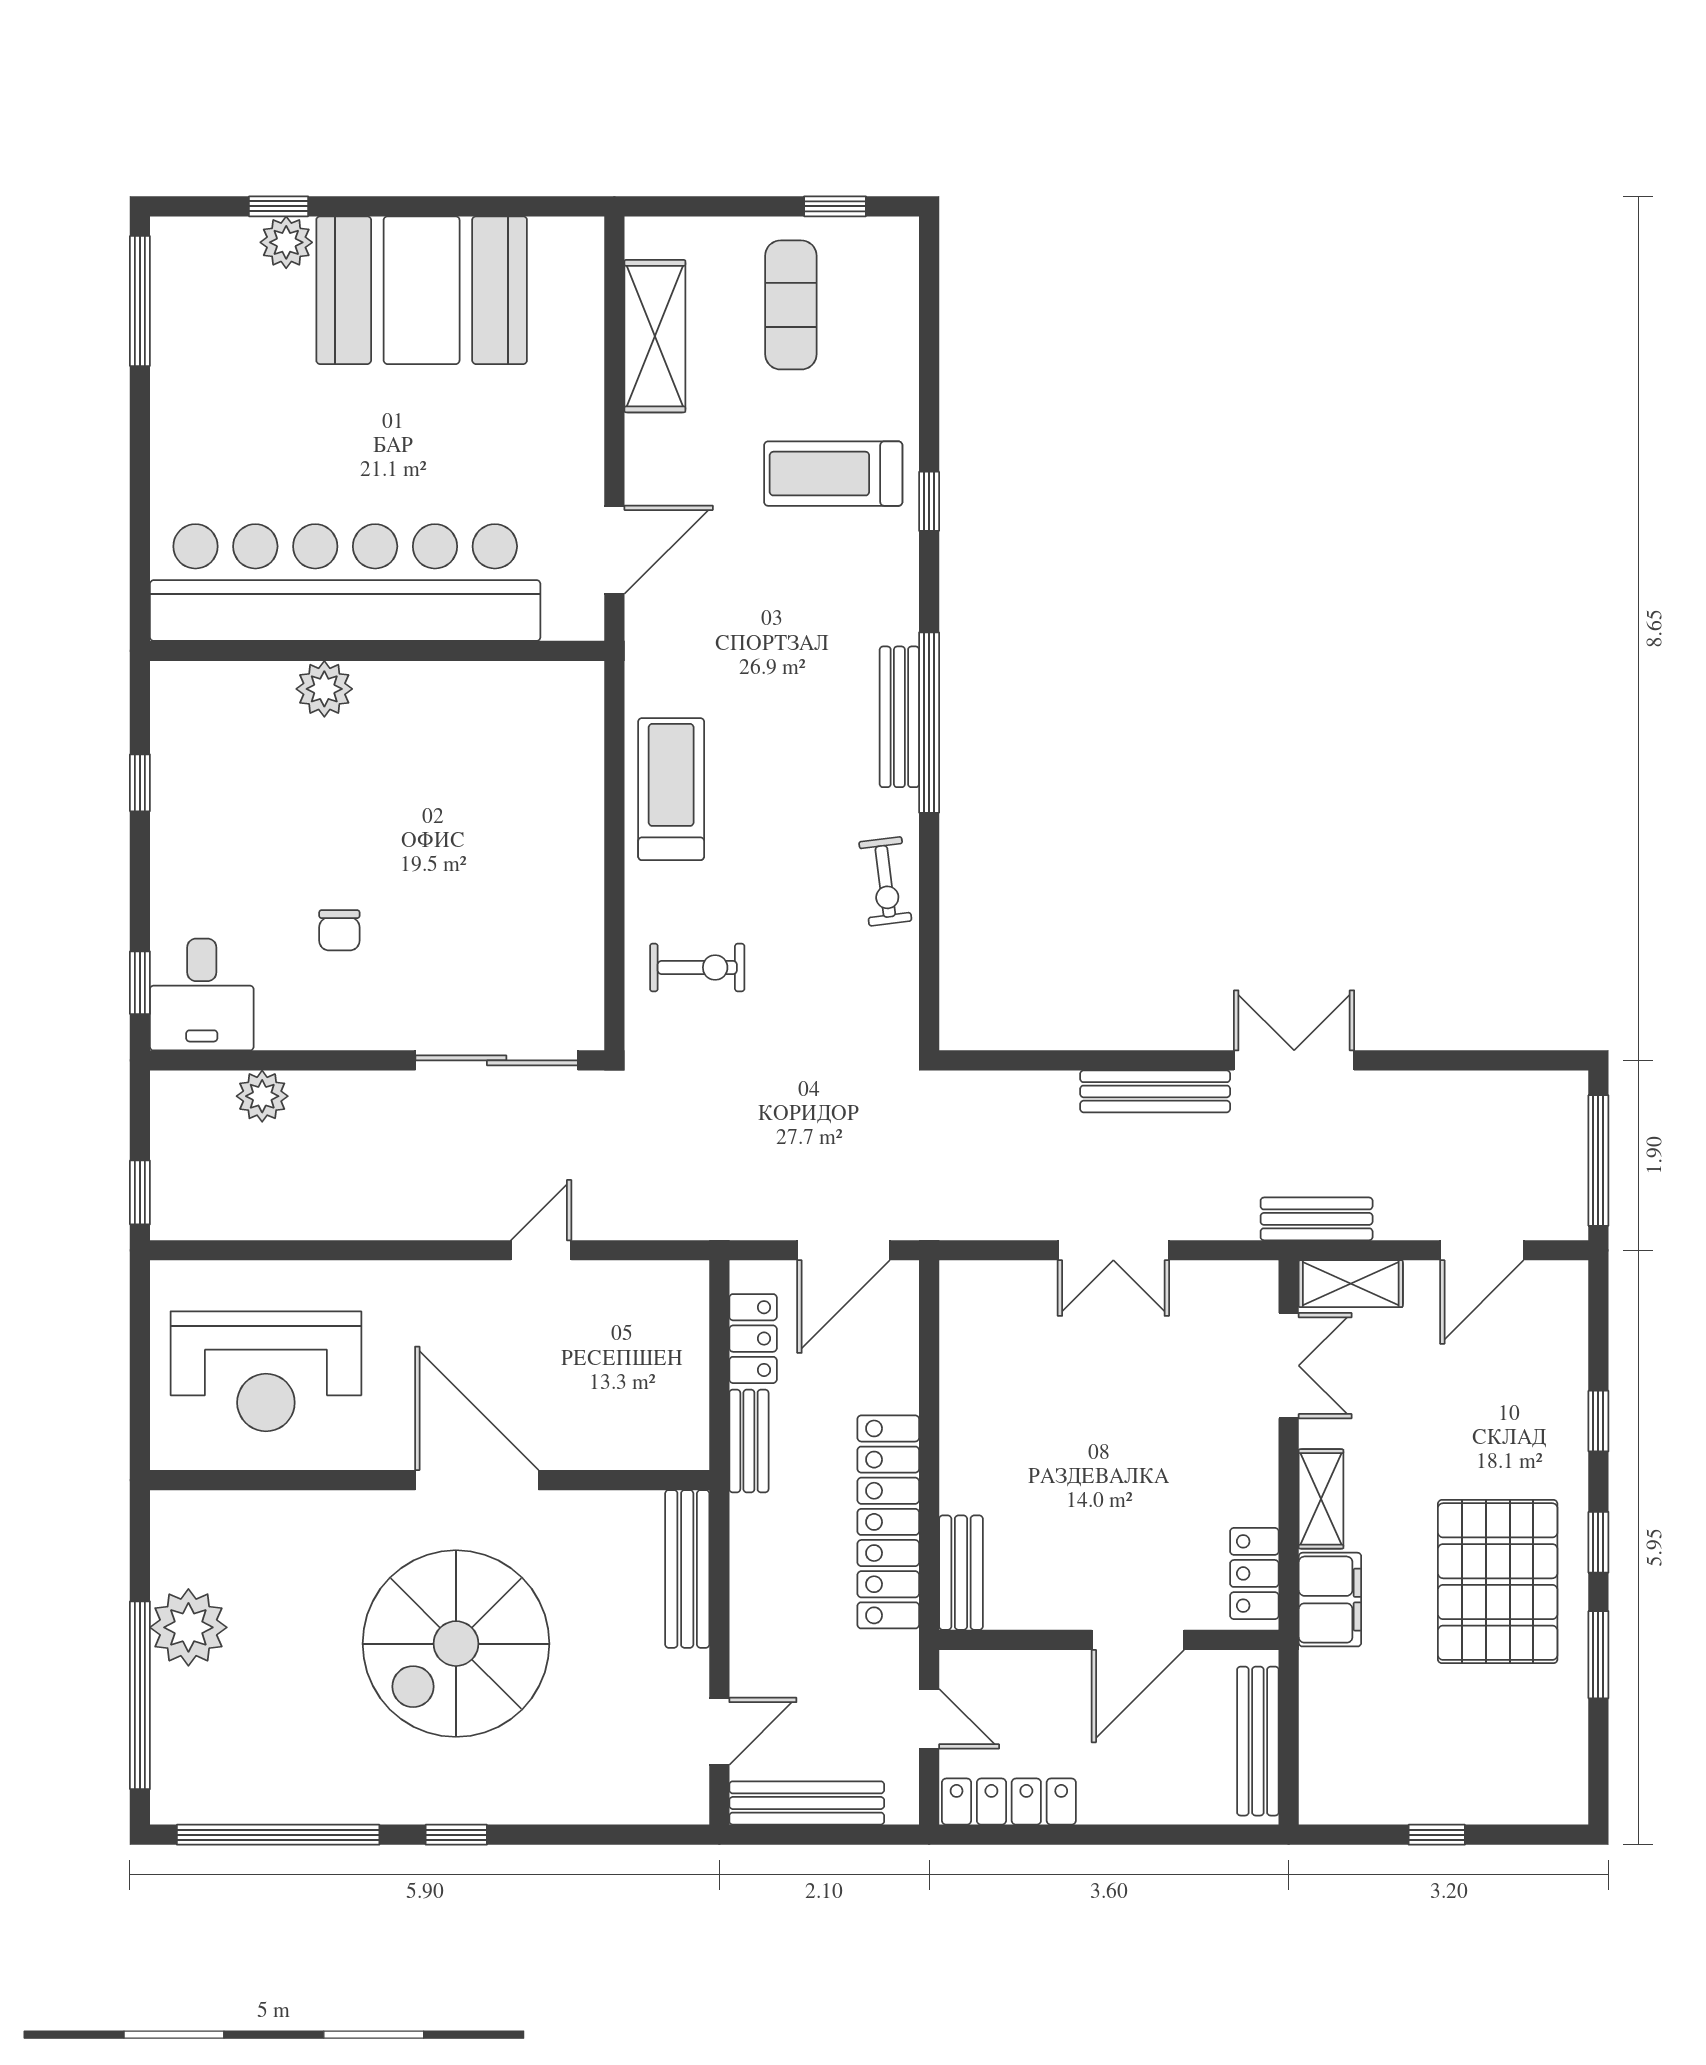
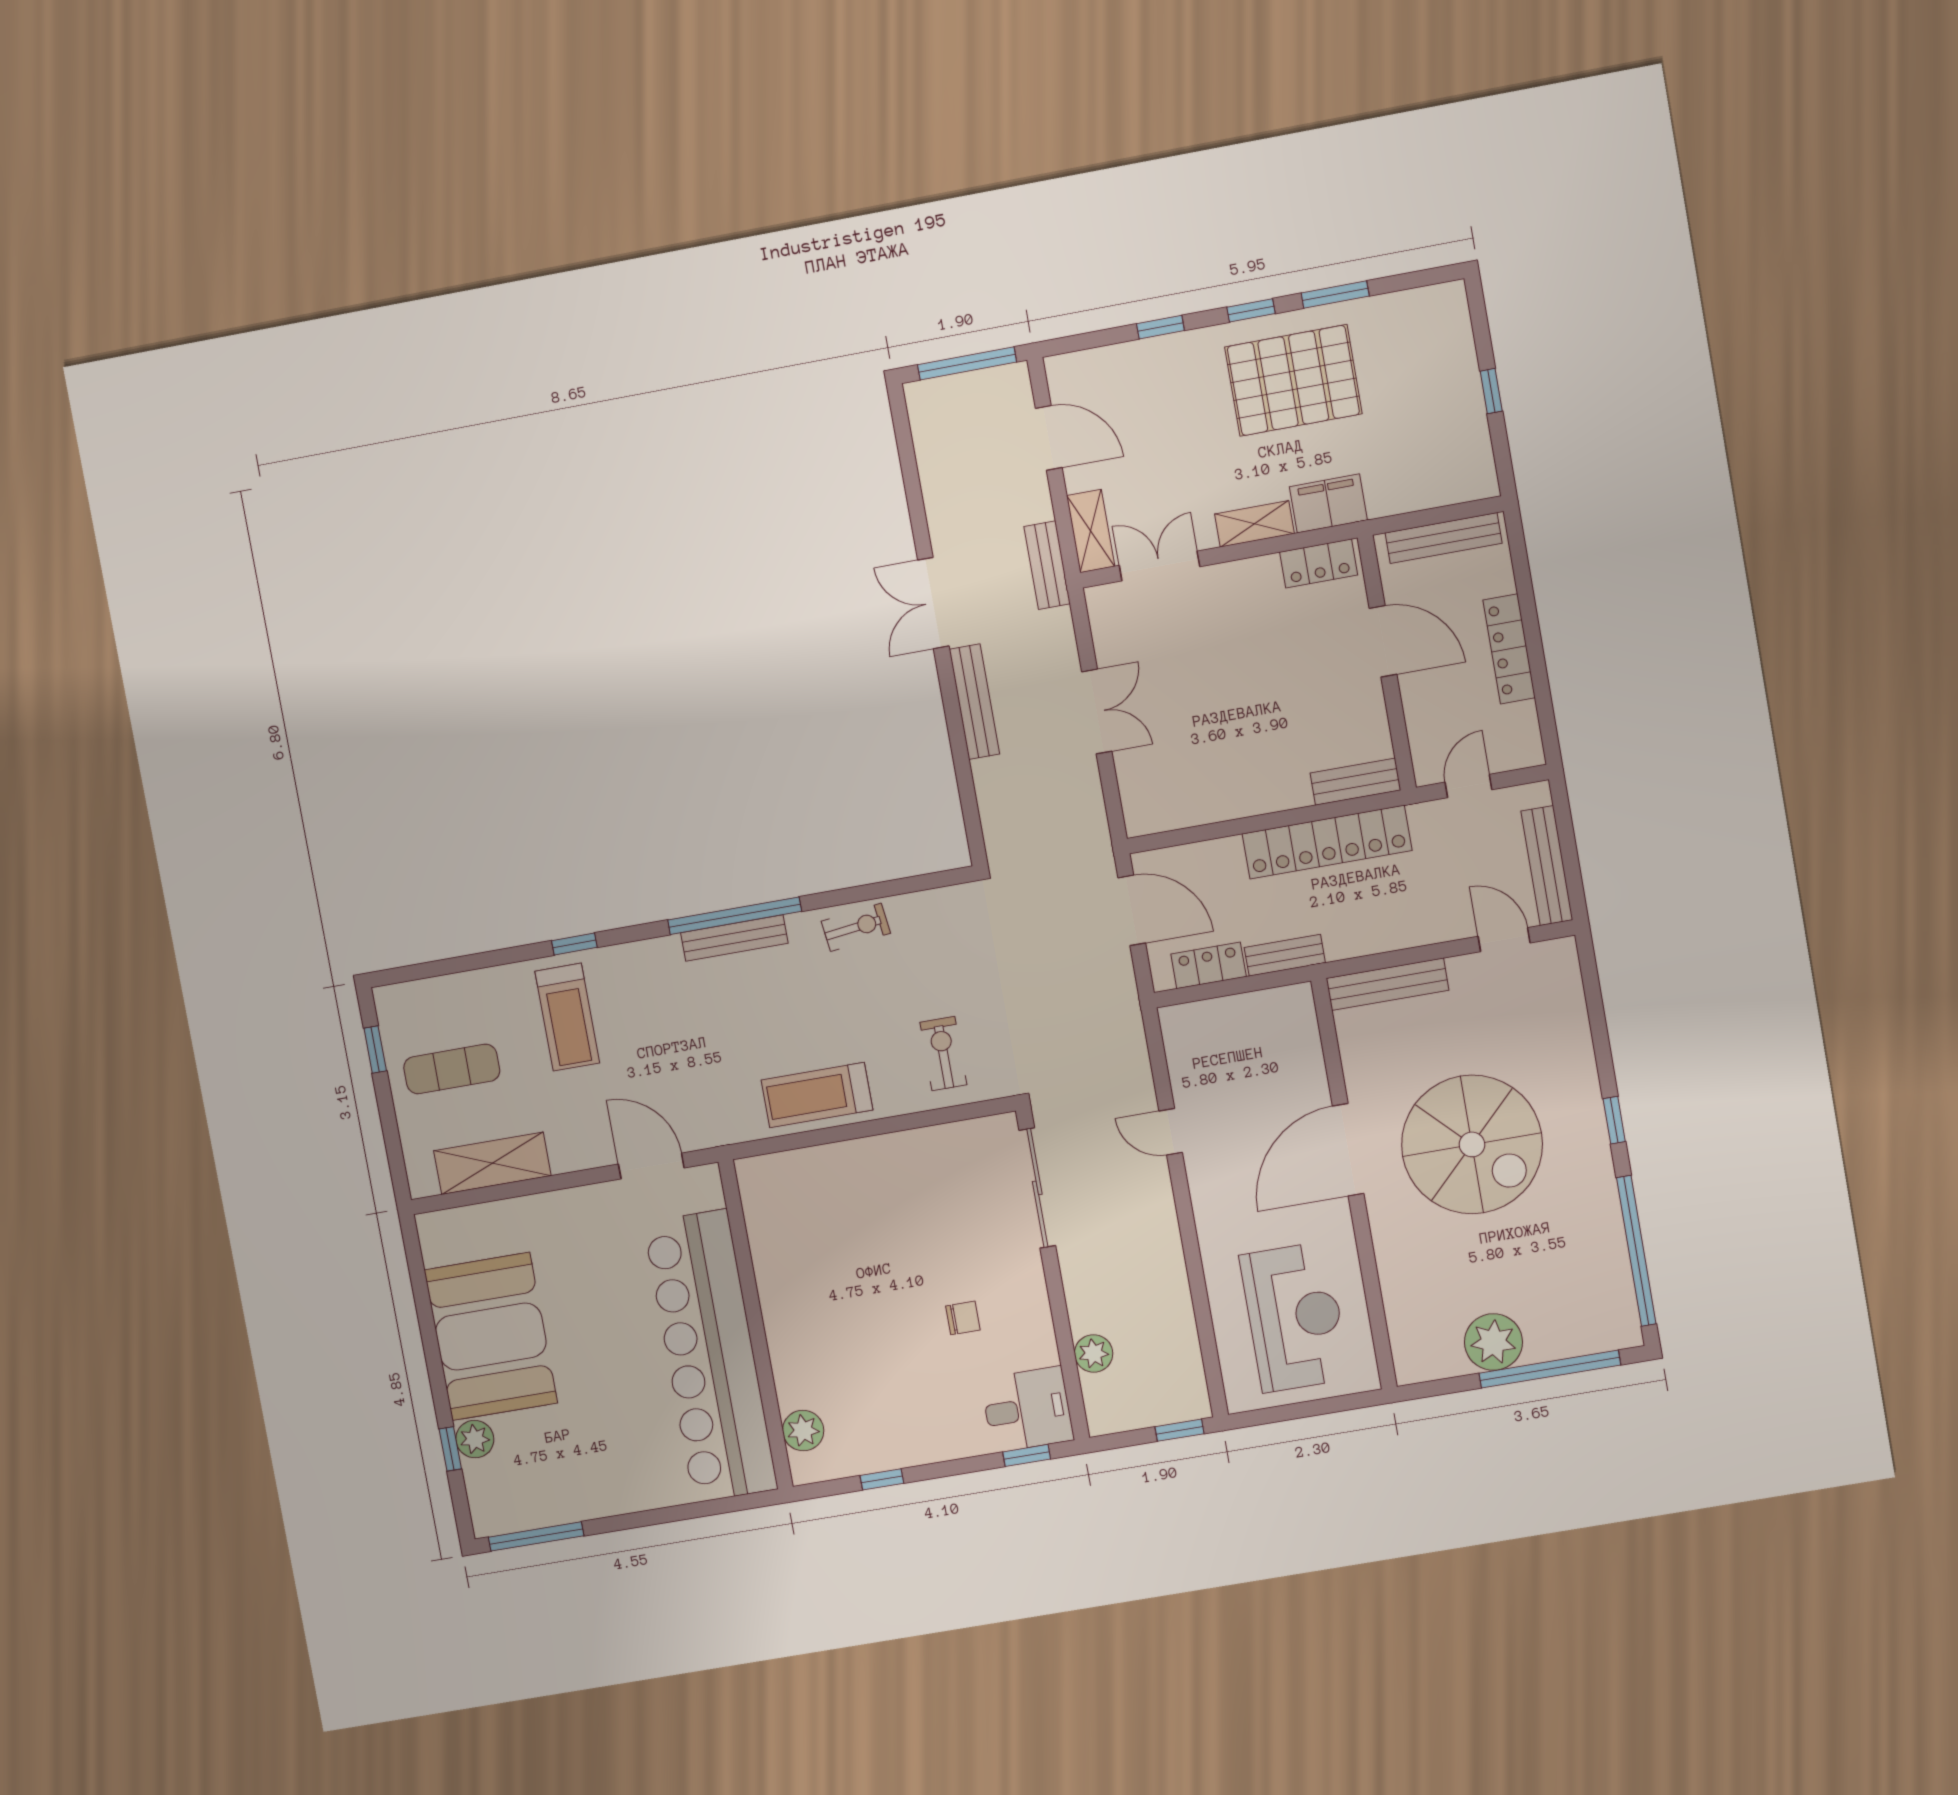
plant: (324, 689) -> (803, 1431), moved
locker: (1009, 1802) -> (1509, 649), moved

